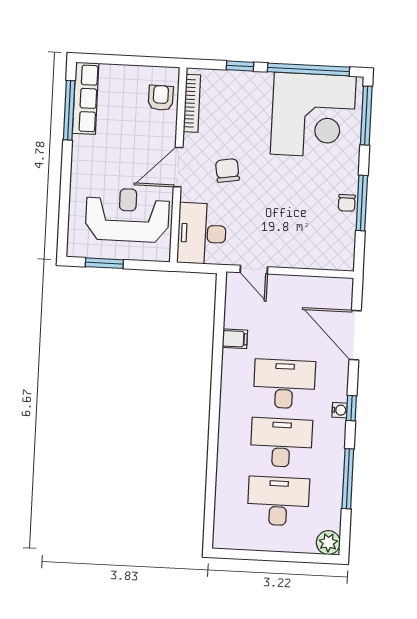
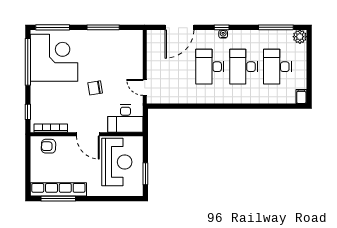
window: (240, 66) -> (28, 112), moved
row of seats: (86, 98) -> (58, 189), width x1.36
chair: (227, 171) -> (95, 88), moved
chair: (347, 203) -> (104, 36), removed
reception desk: (127, 215) -> (117, 162), turned 180
door: (254, 270) -> (145, 87), swing flipped
filing cabinet: (235, 339) -> (301, 96), moved
window: (348, 479) -> (276, 27), moved

